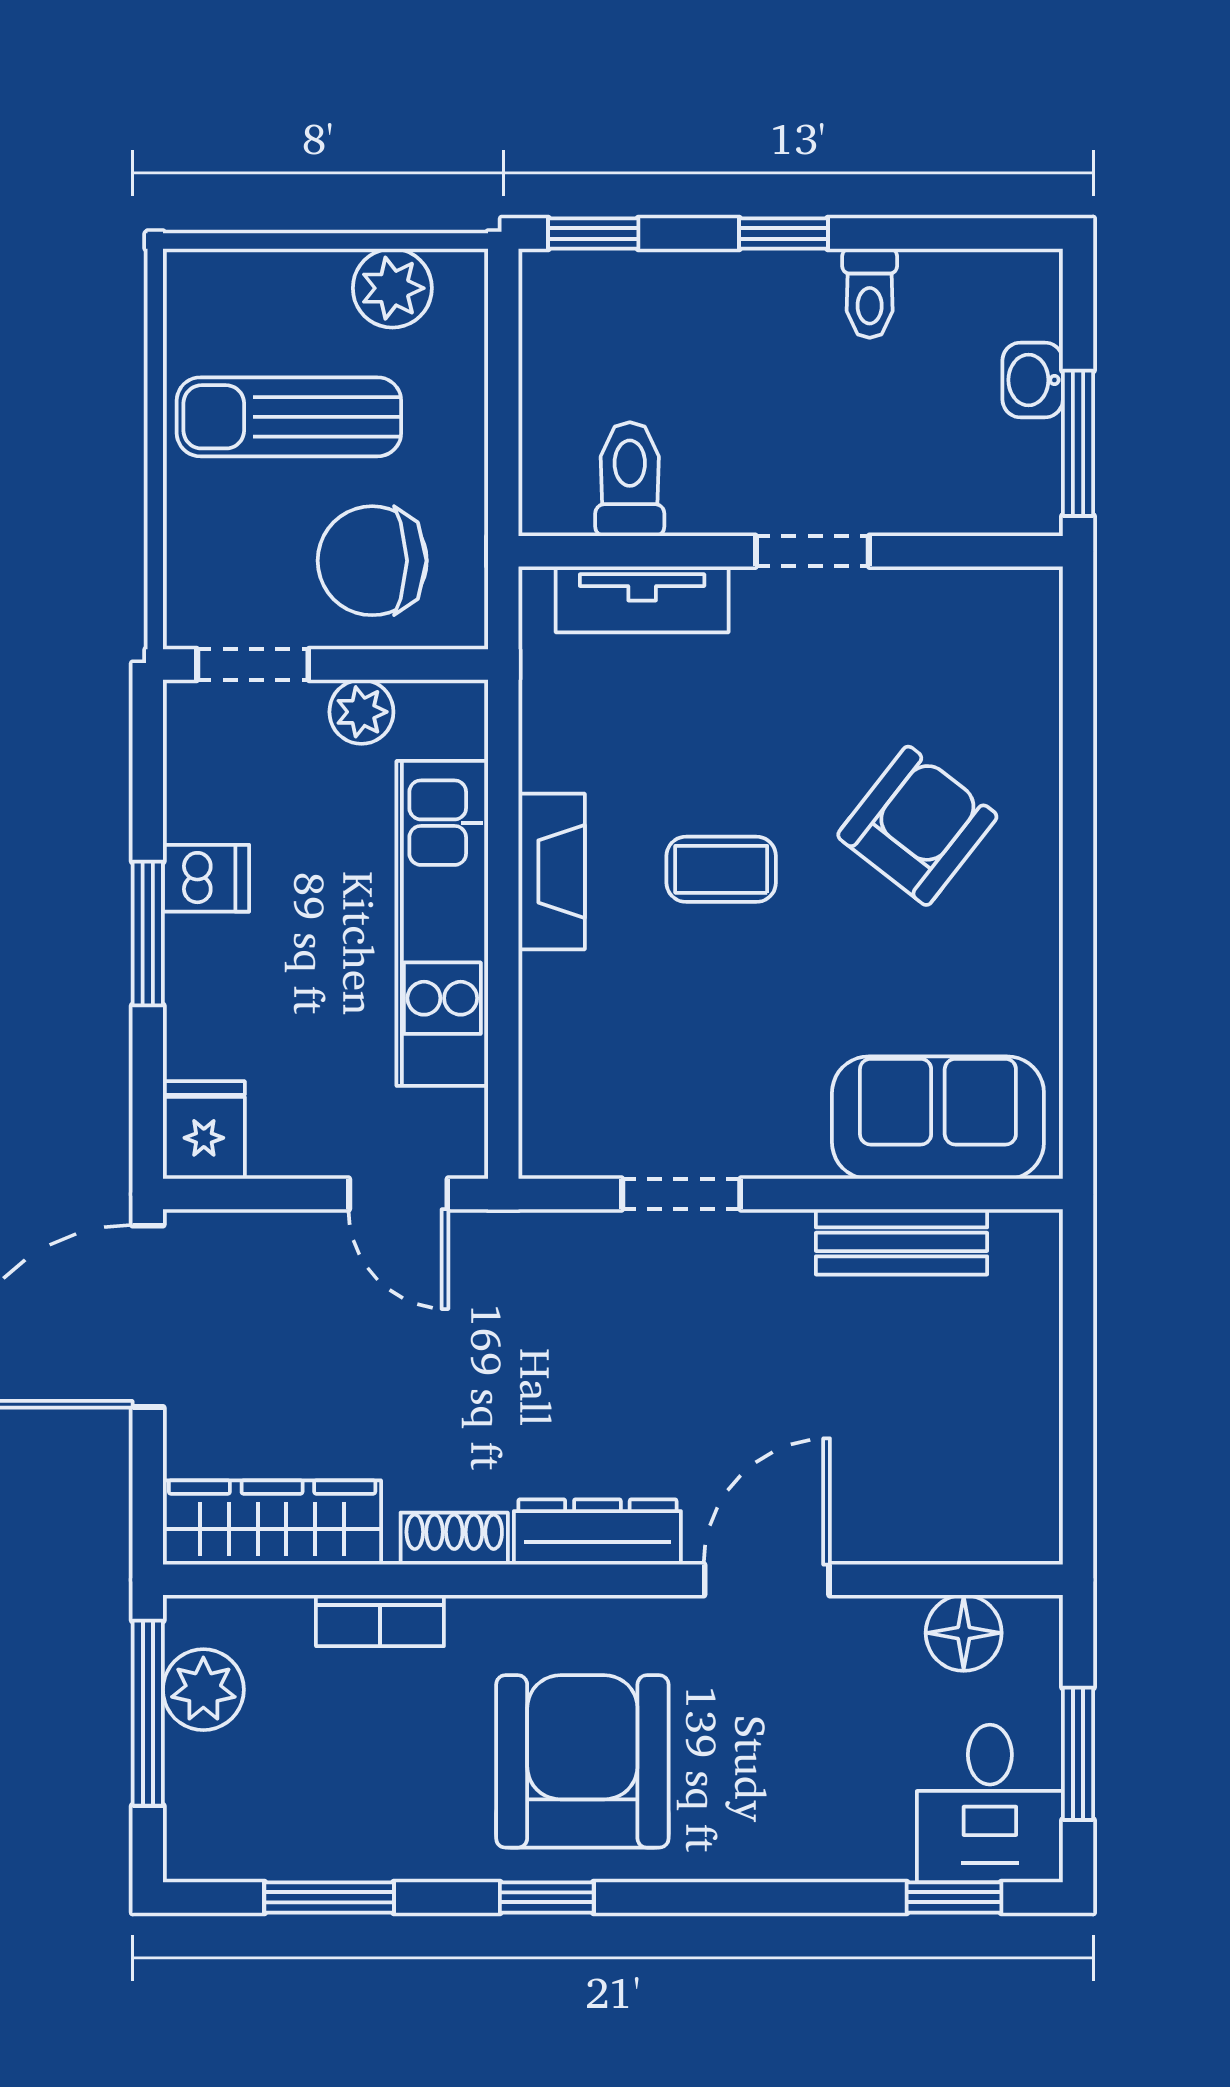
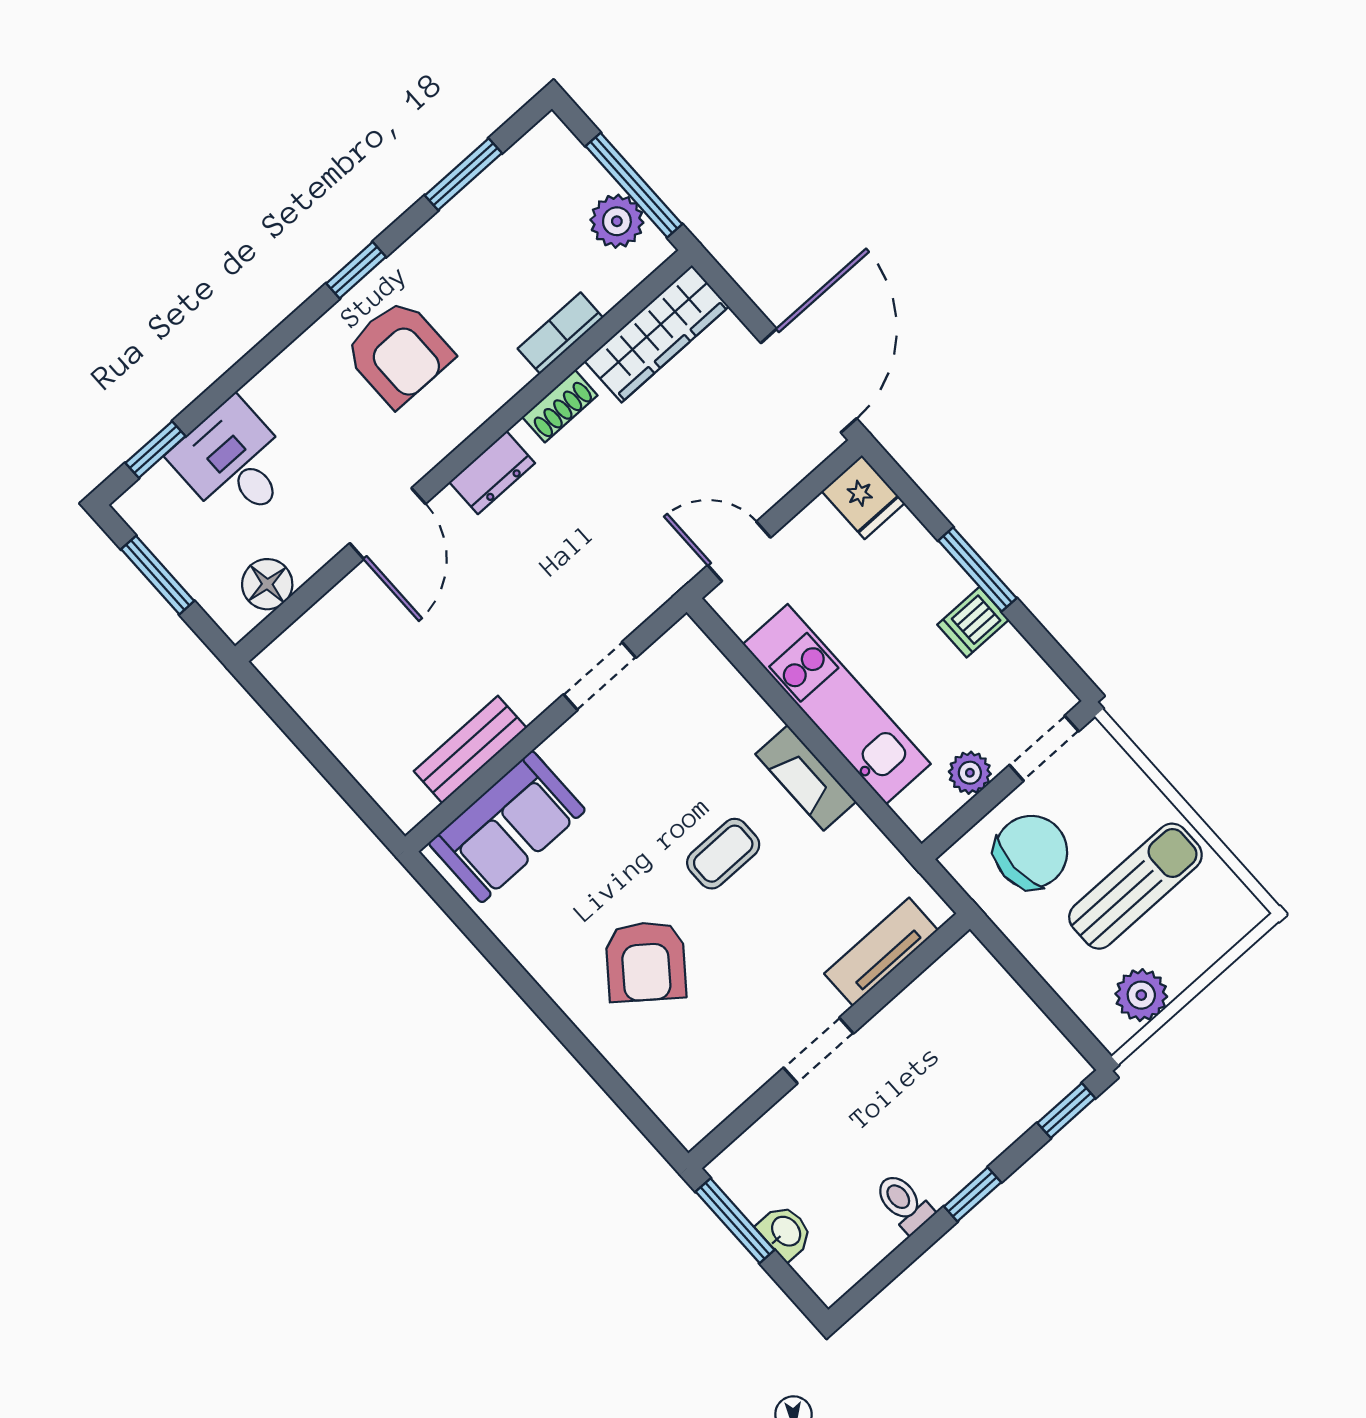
toilet: (630, 479) -> (940, 1006), removed
dresser: (597, 1532) -> (492, 473), width x0.70
armchair: (582, 1761) -> (399, 353), width x0.73, depth x0.73
desk: (990, 1804) -> (234, 463), moved

